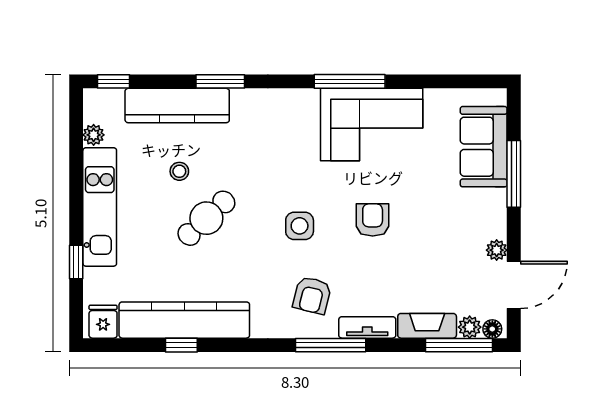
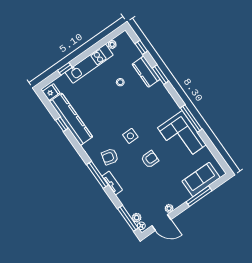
window: (113, 81) -> (141, 47), moved
kitchen counter: (177, 106) -> (146, 72), width x0.67
cafe table: (206, 218) -> (111, 103), removed
fireplace: (427, 326) -> (127, 203), removed

